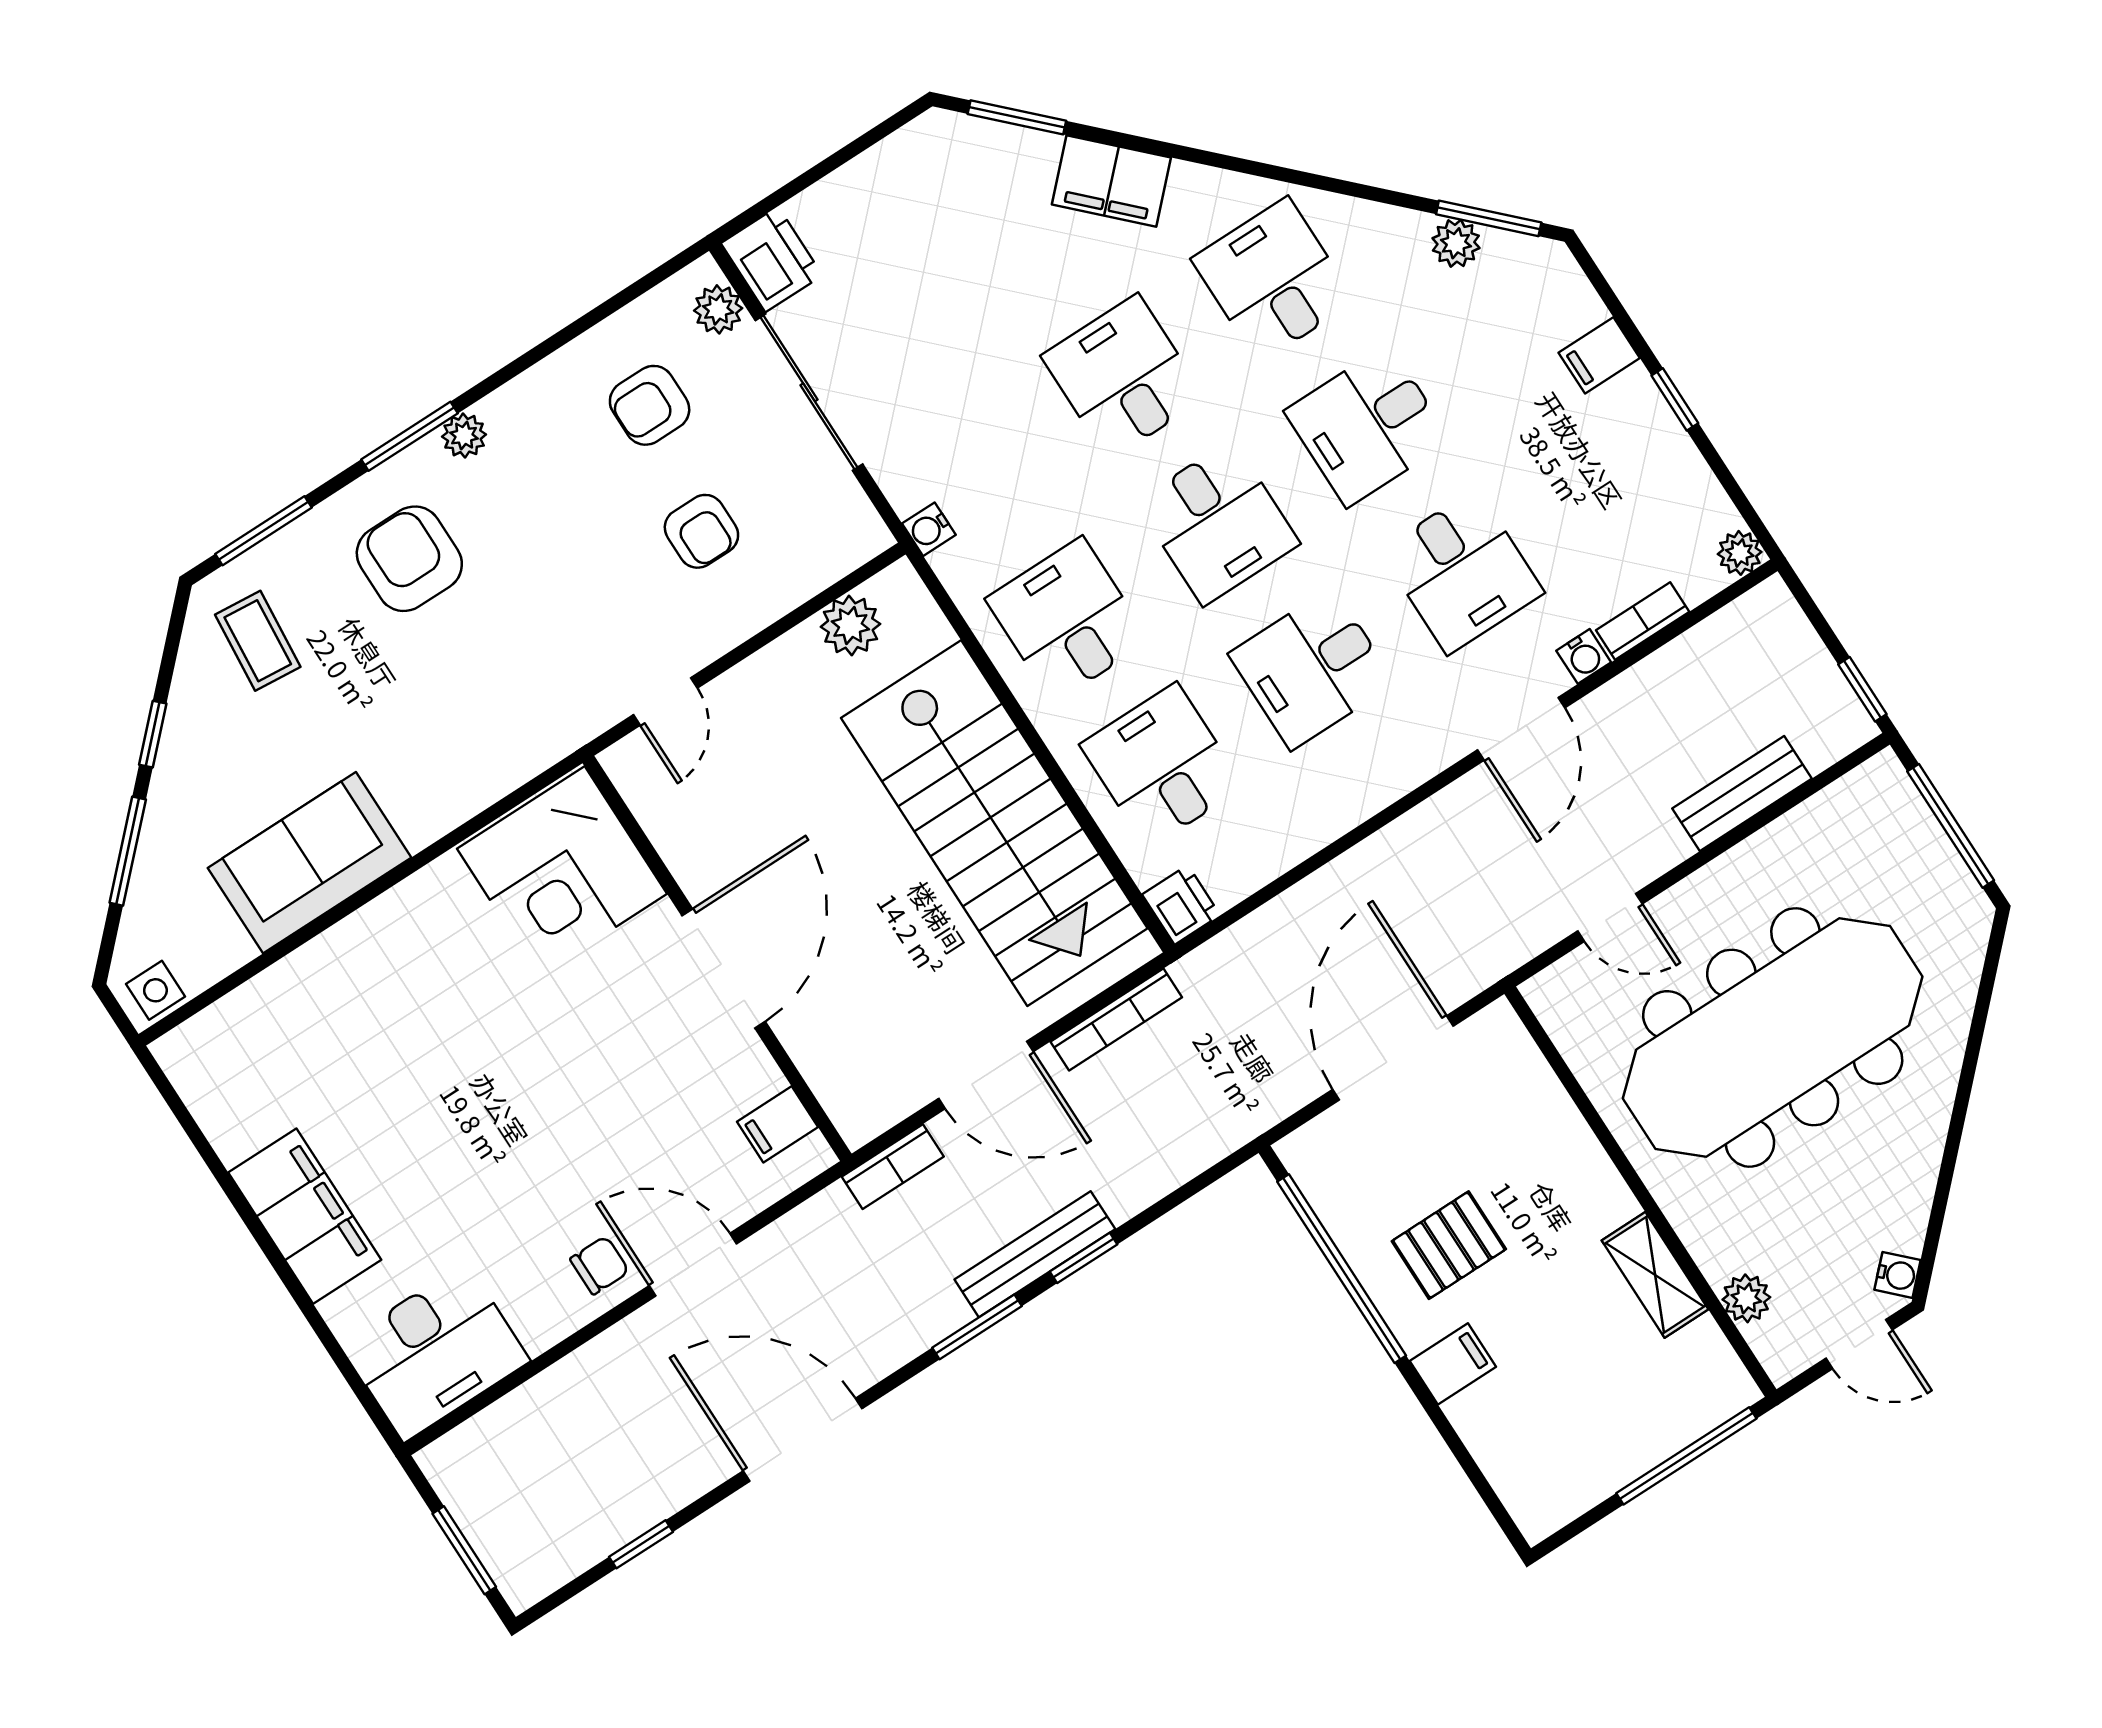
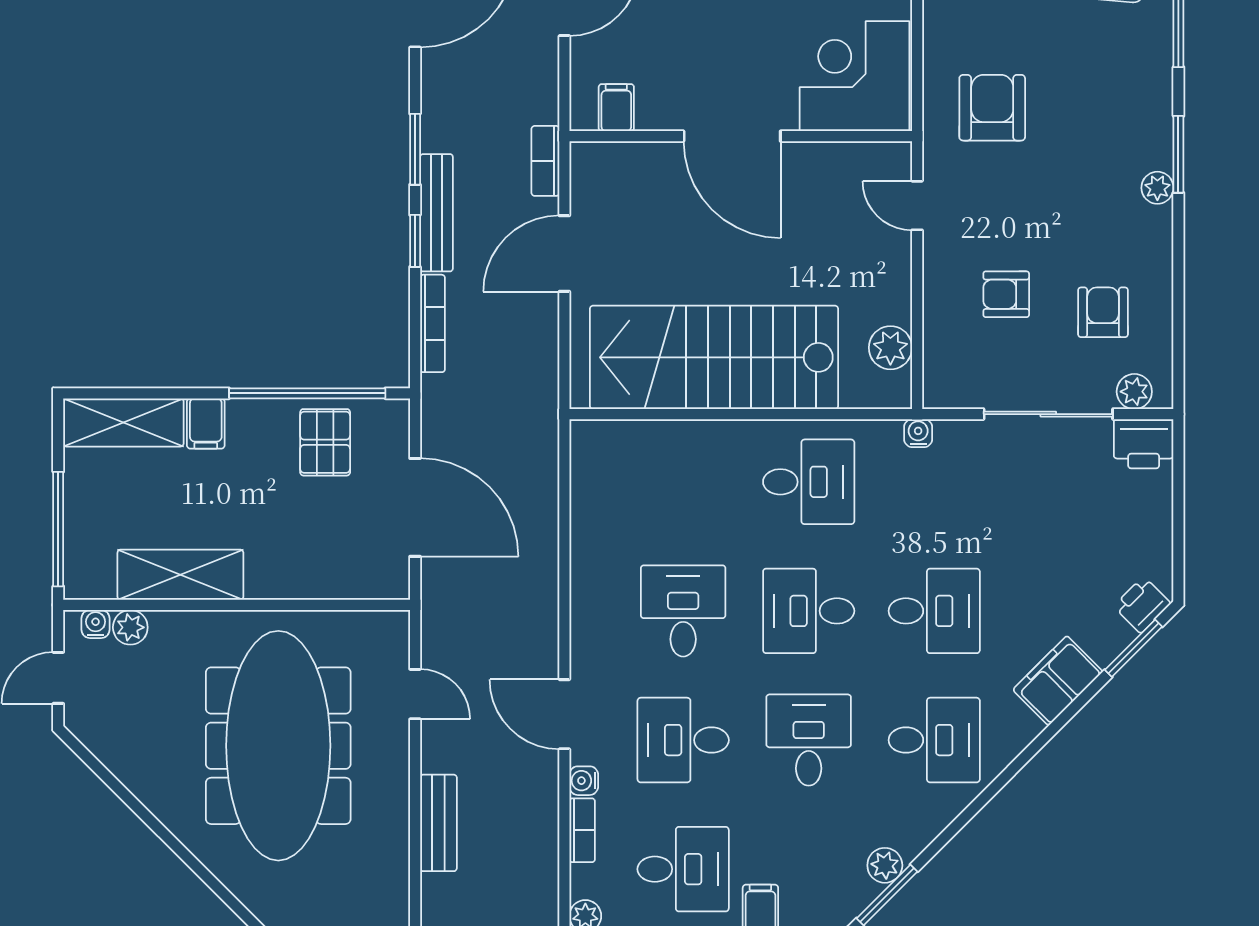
armchair: (409, 559) -> (992, 108), moved, turned -90
desk: (1162, 766) -> (683, 869), moved
printer: (1181, 905) -> (1142, 605), moved, turned 135
door: (1610, 917) -> (415, 694), swing flipped
bookcase: (1116, 1020) -> (432, 323), moved, turned 180
pallet: (1449, 1245) -> (325, 442), moved
shelving: (1655, 1275) -> (180, 575), width x1.50, depth x1.33
water cooler: (1898, 1275) -> (96, 624), moved, turned 135
shelving: (1514, 1460) -> (123, 422), added

